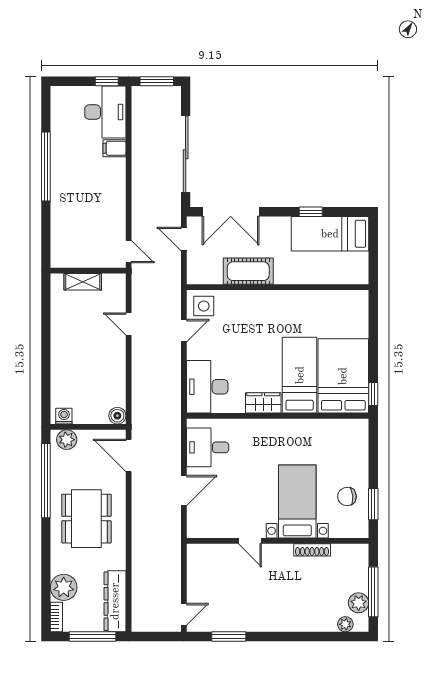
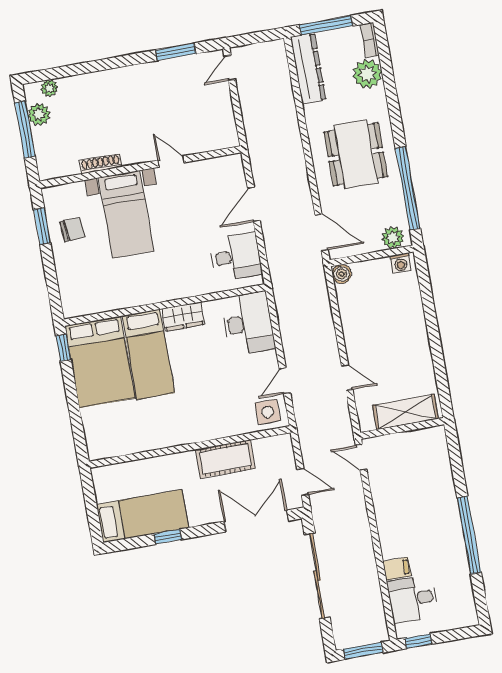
desk: (105, 112) -> (413, 599), width x0.73
shelving: (83, 282) -> (405, 412), width x1.50, depth x1.33

